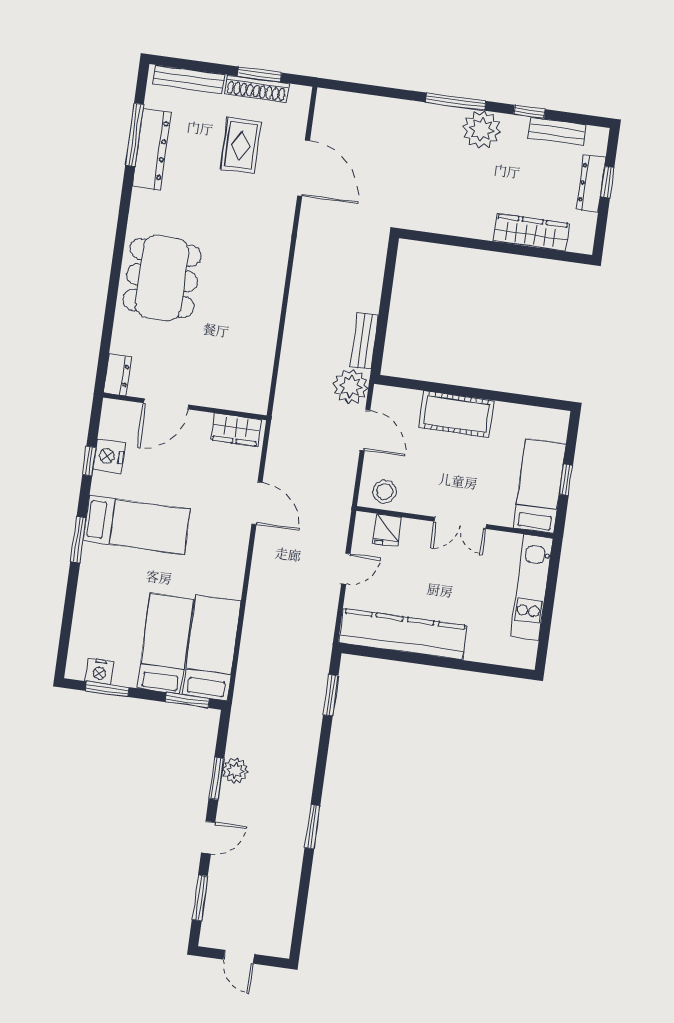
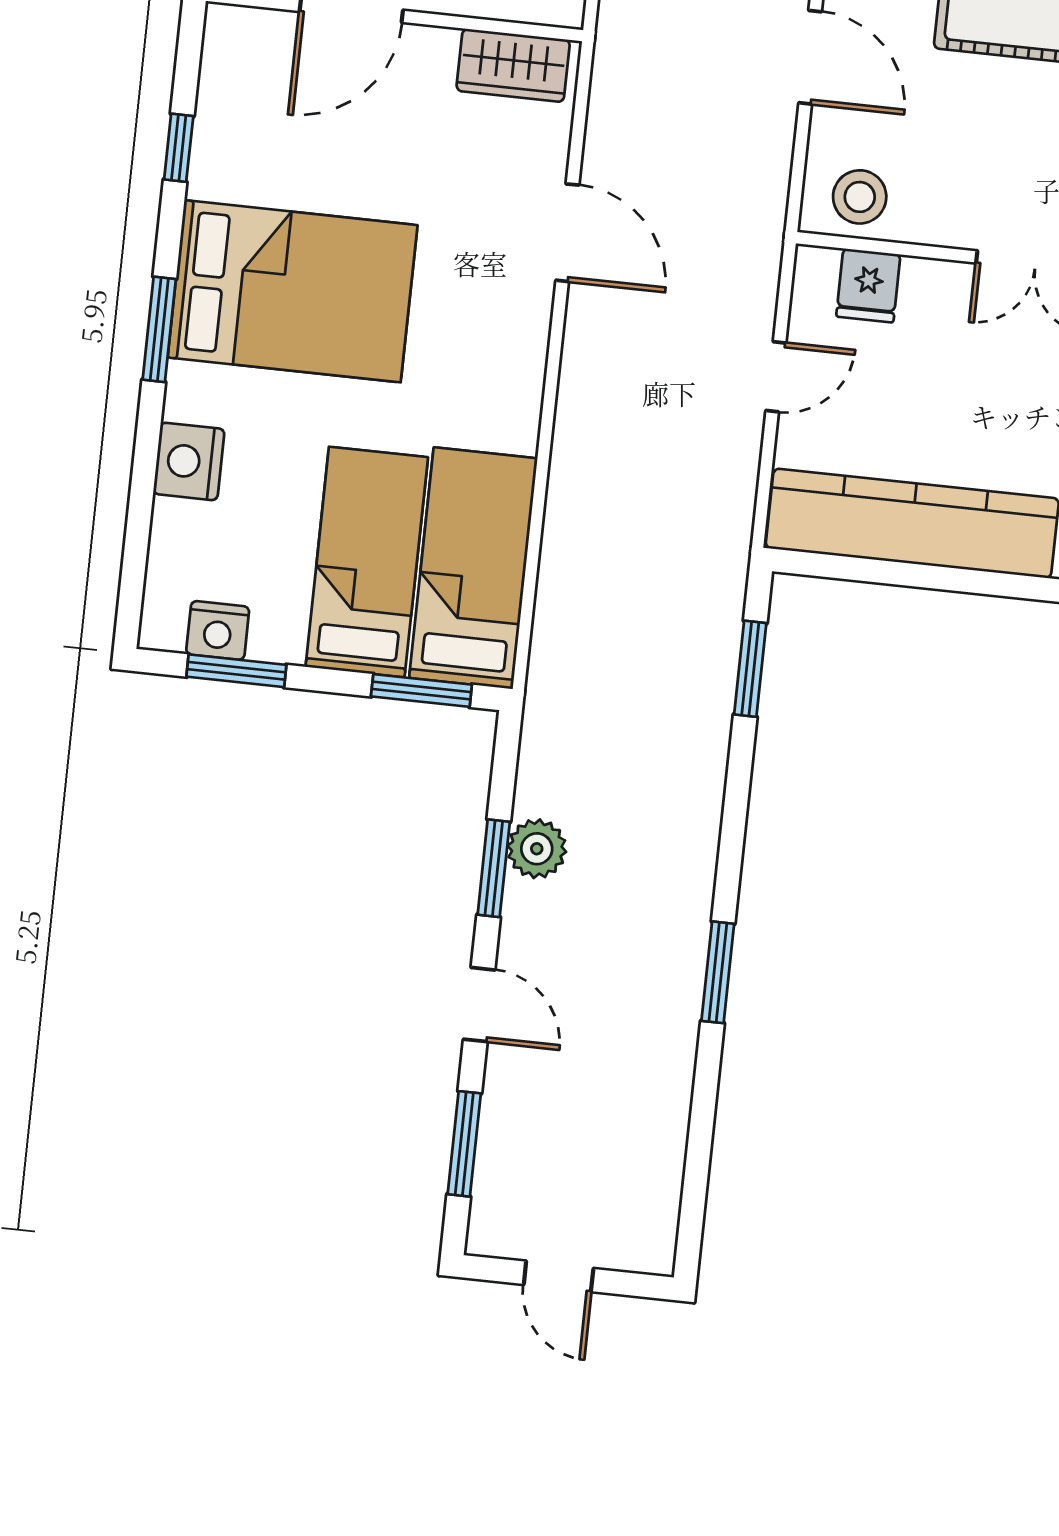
nightstand: (109, 456) -> (189, 461), moved
bed: (137, 525) -> (292, 291), width x1.50
door: (208, 838) -> (479, 1005), hinge flipped

